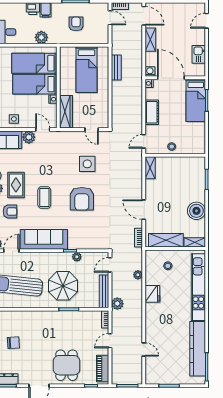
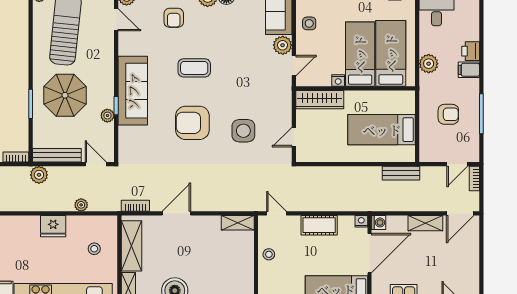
bench: (116, 67) -> (401, 173), moved
rug: (16, 185) -> (213, 26), removed
sofa: (44, 239) -> (133, 91), moved

